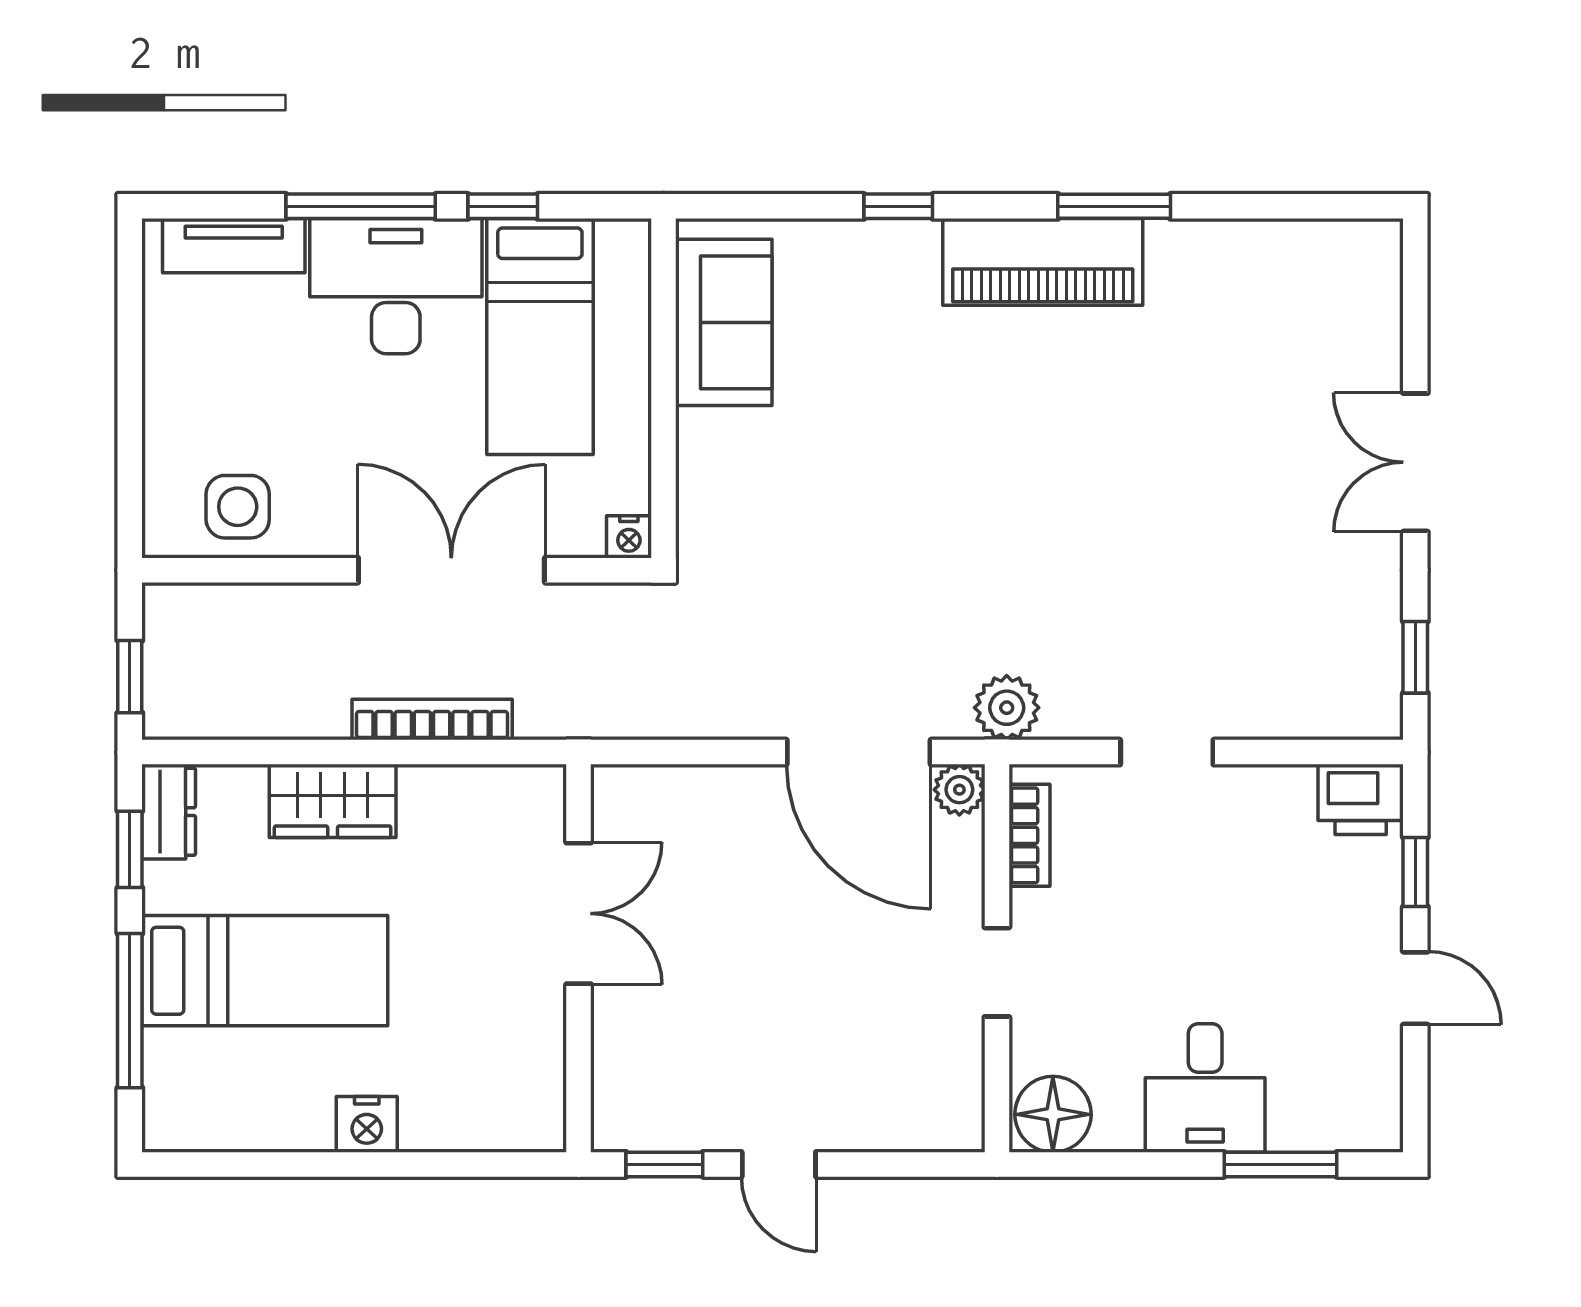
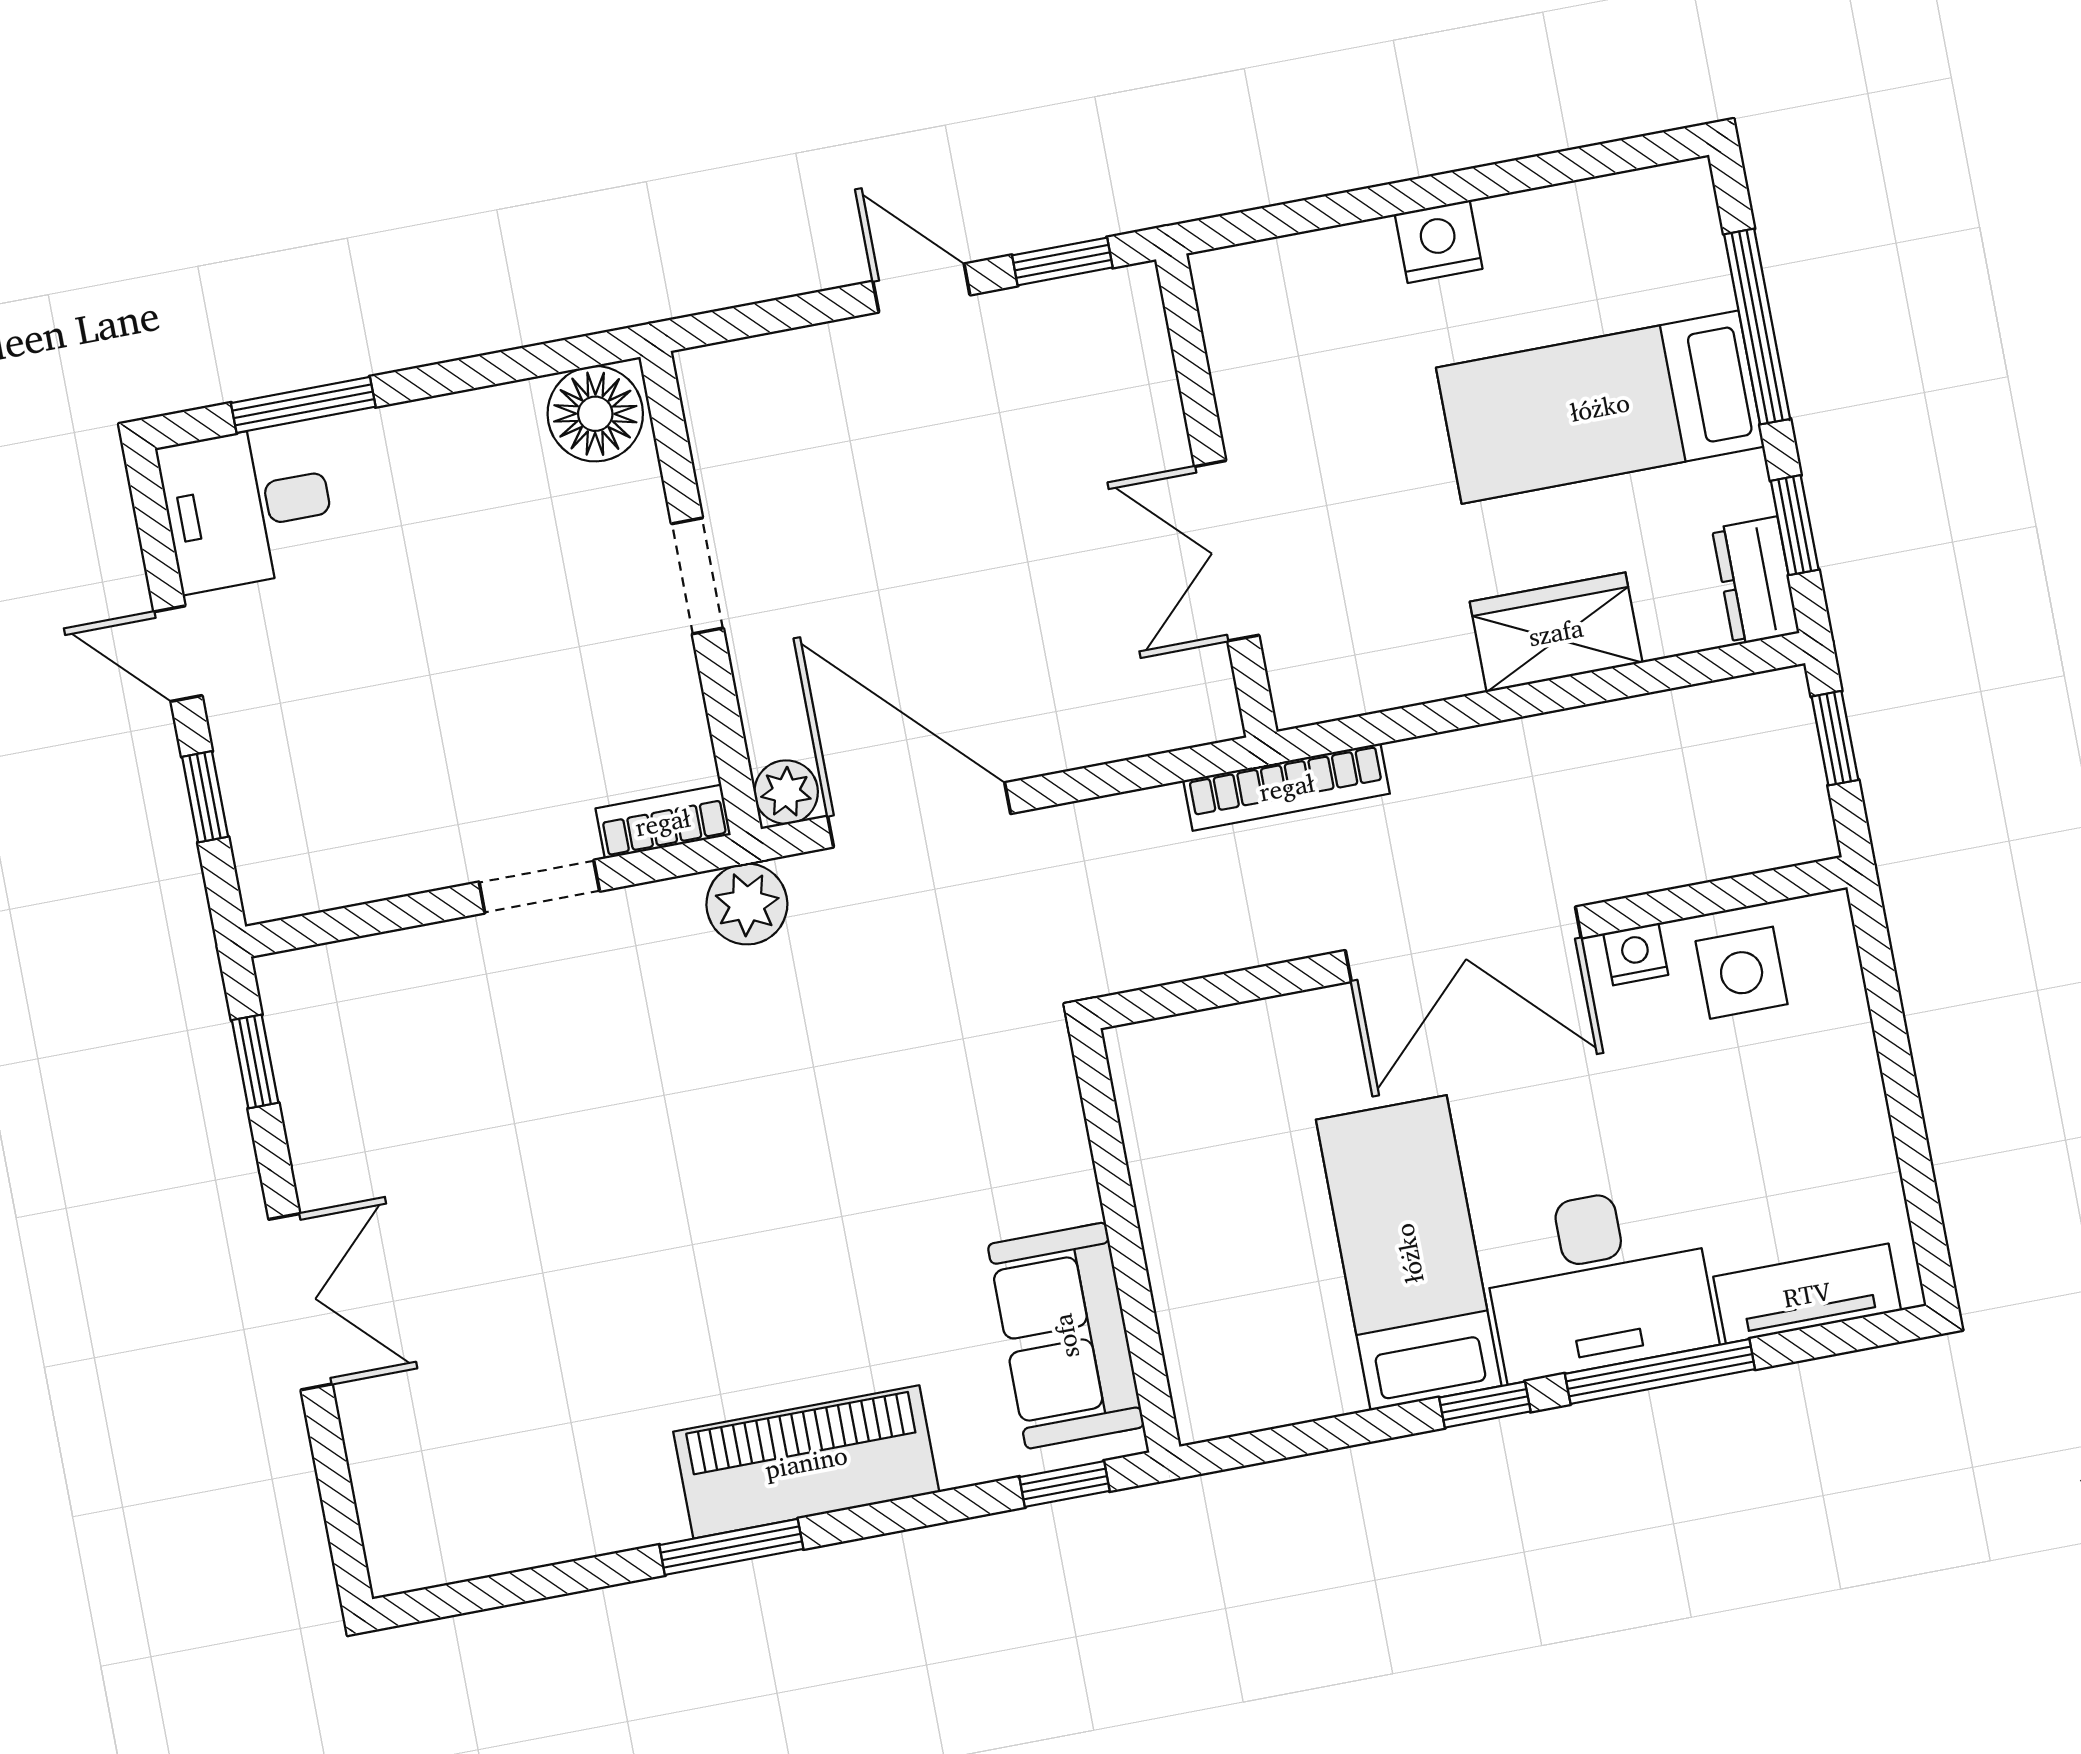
window: (898, 206) -> (1065, 1484), moved
sofa: (724, 322) -> (1066, 1336), moved
wall: (663, 388) -> (1125, 1240), moved
nightstand: (629, 537) -> (1636, 954), moved
bookcase: (432, 719) -> (1287, 787), moved
printer: (1361, 799) -> (289, 873), removed
bookcase: (1030, 835) -> (663, 822), moved, turned 90
desk: (1205, 1088) -> (248, 507), moved, turned -90

